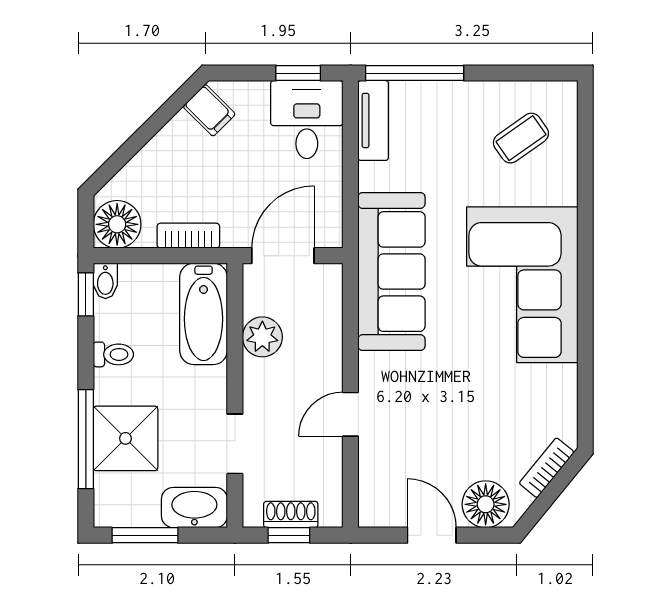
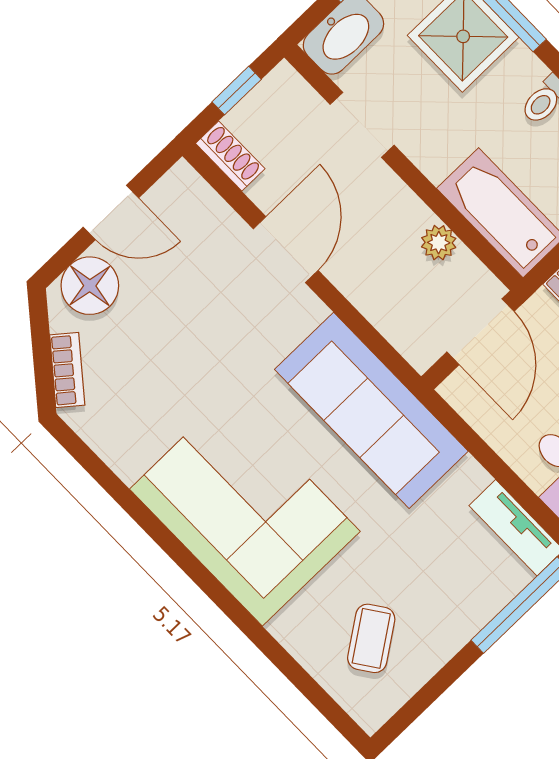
plant: (262, 337) -> (439, 243), width x0.73, depth x0.73
door: (350, 414) -> (286, 250), width x1.38
shoe rack: (291, 515) -> (230, 156), moved, turned -90

